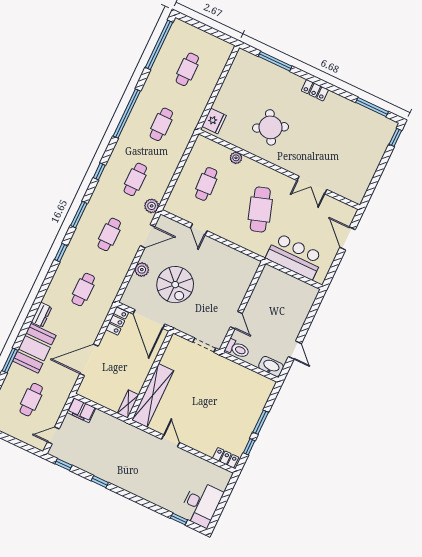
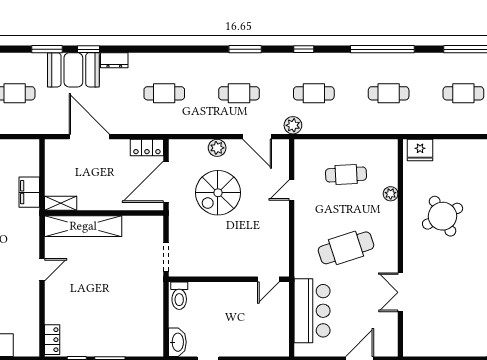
window: (61, 253) -> (89, 49), moved
door: (236, 320) -> (268, 279), moved
filing cabinet: (81, 410) -> (29, 192), moved

